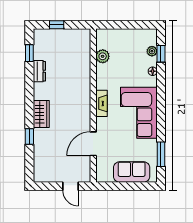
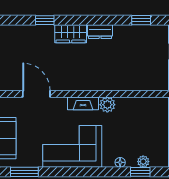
plant: (103, 56) -> (107, 105), moved
dresser: (39, 71) -> (100, 32), moved

